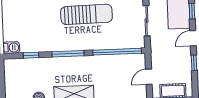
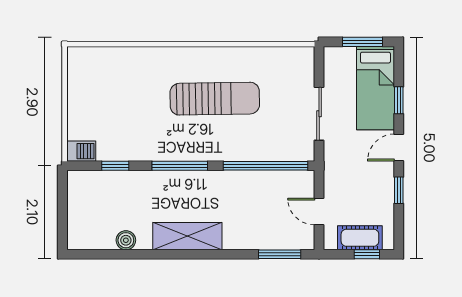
door: (149, 77) -> (319, 212), hinge flipped

